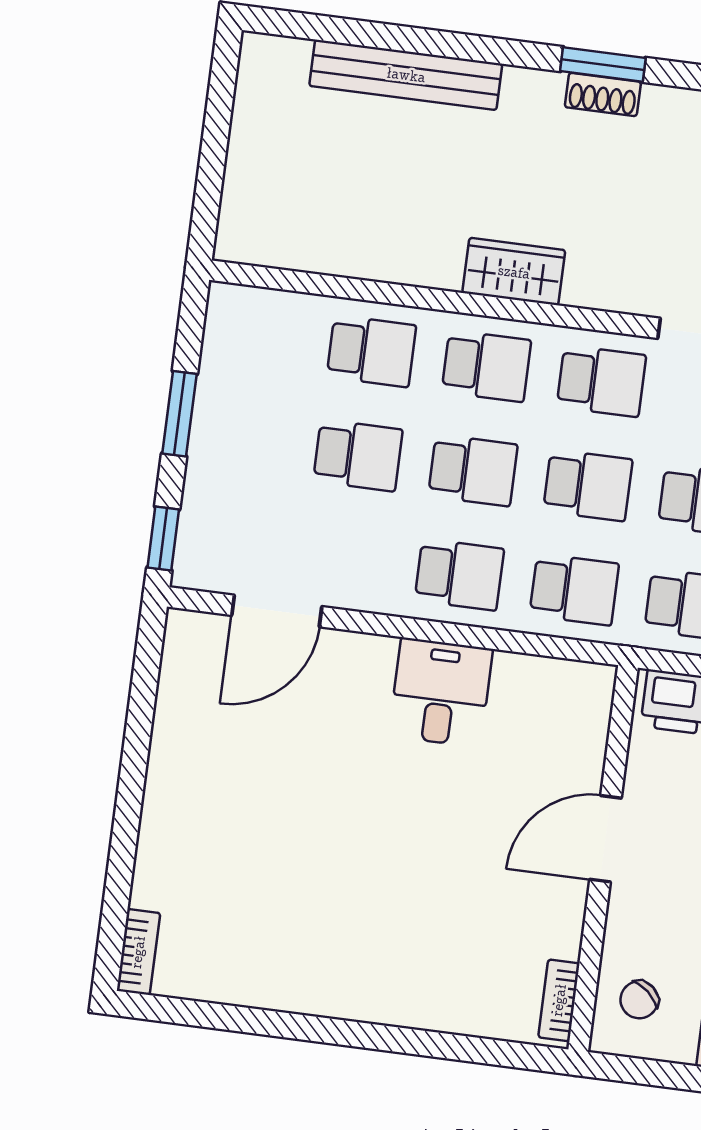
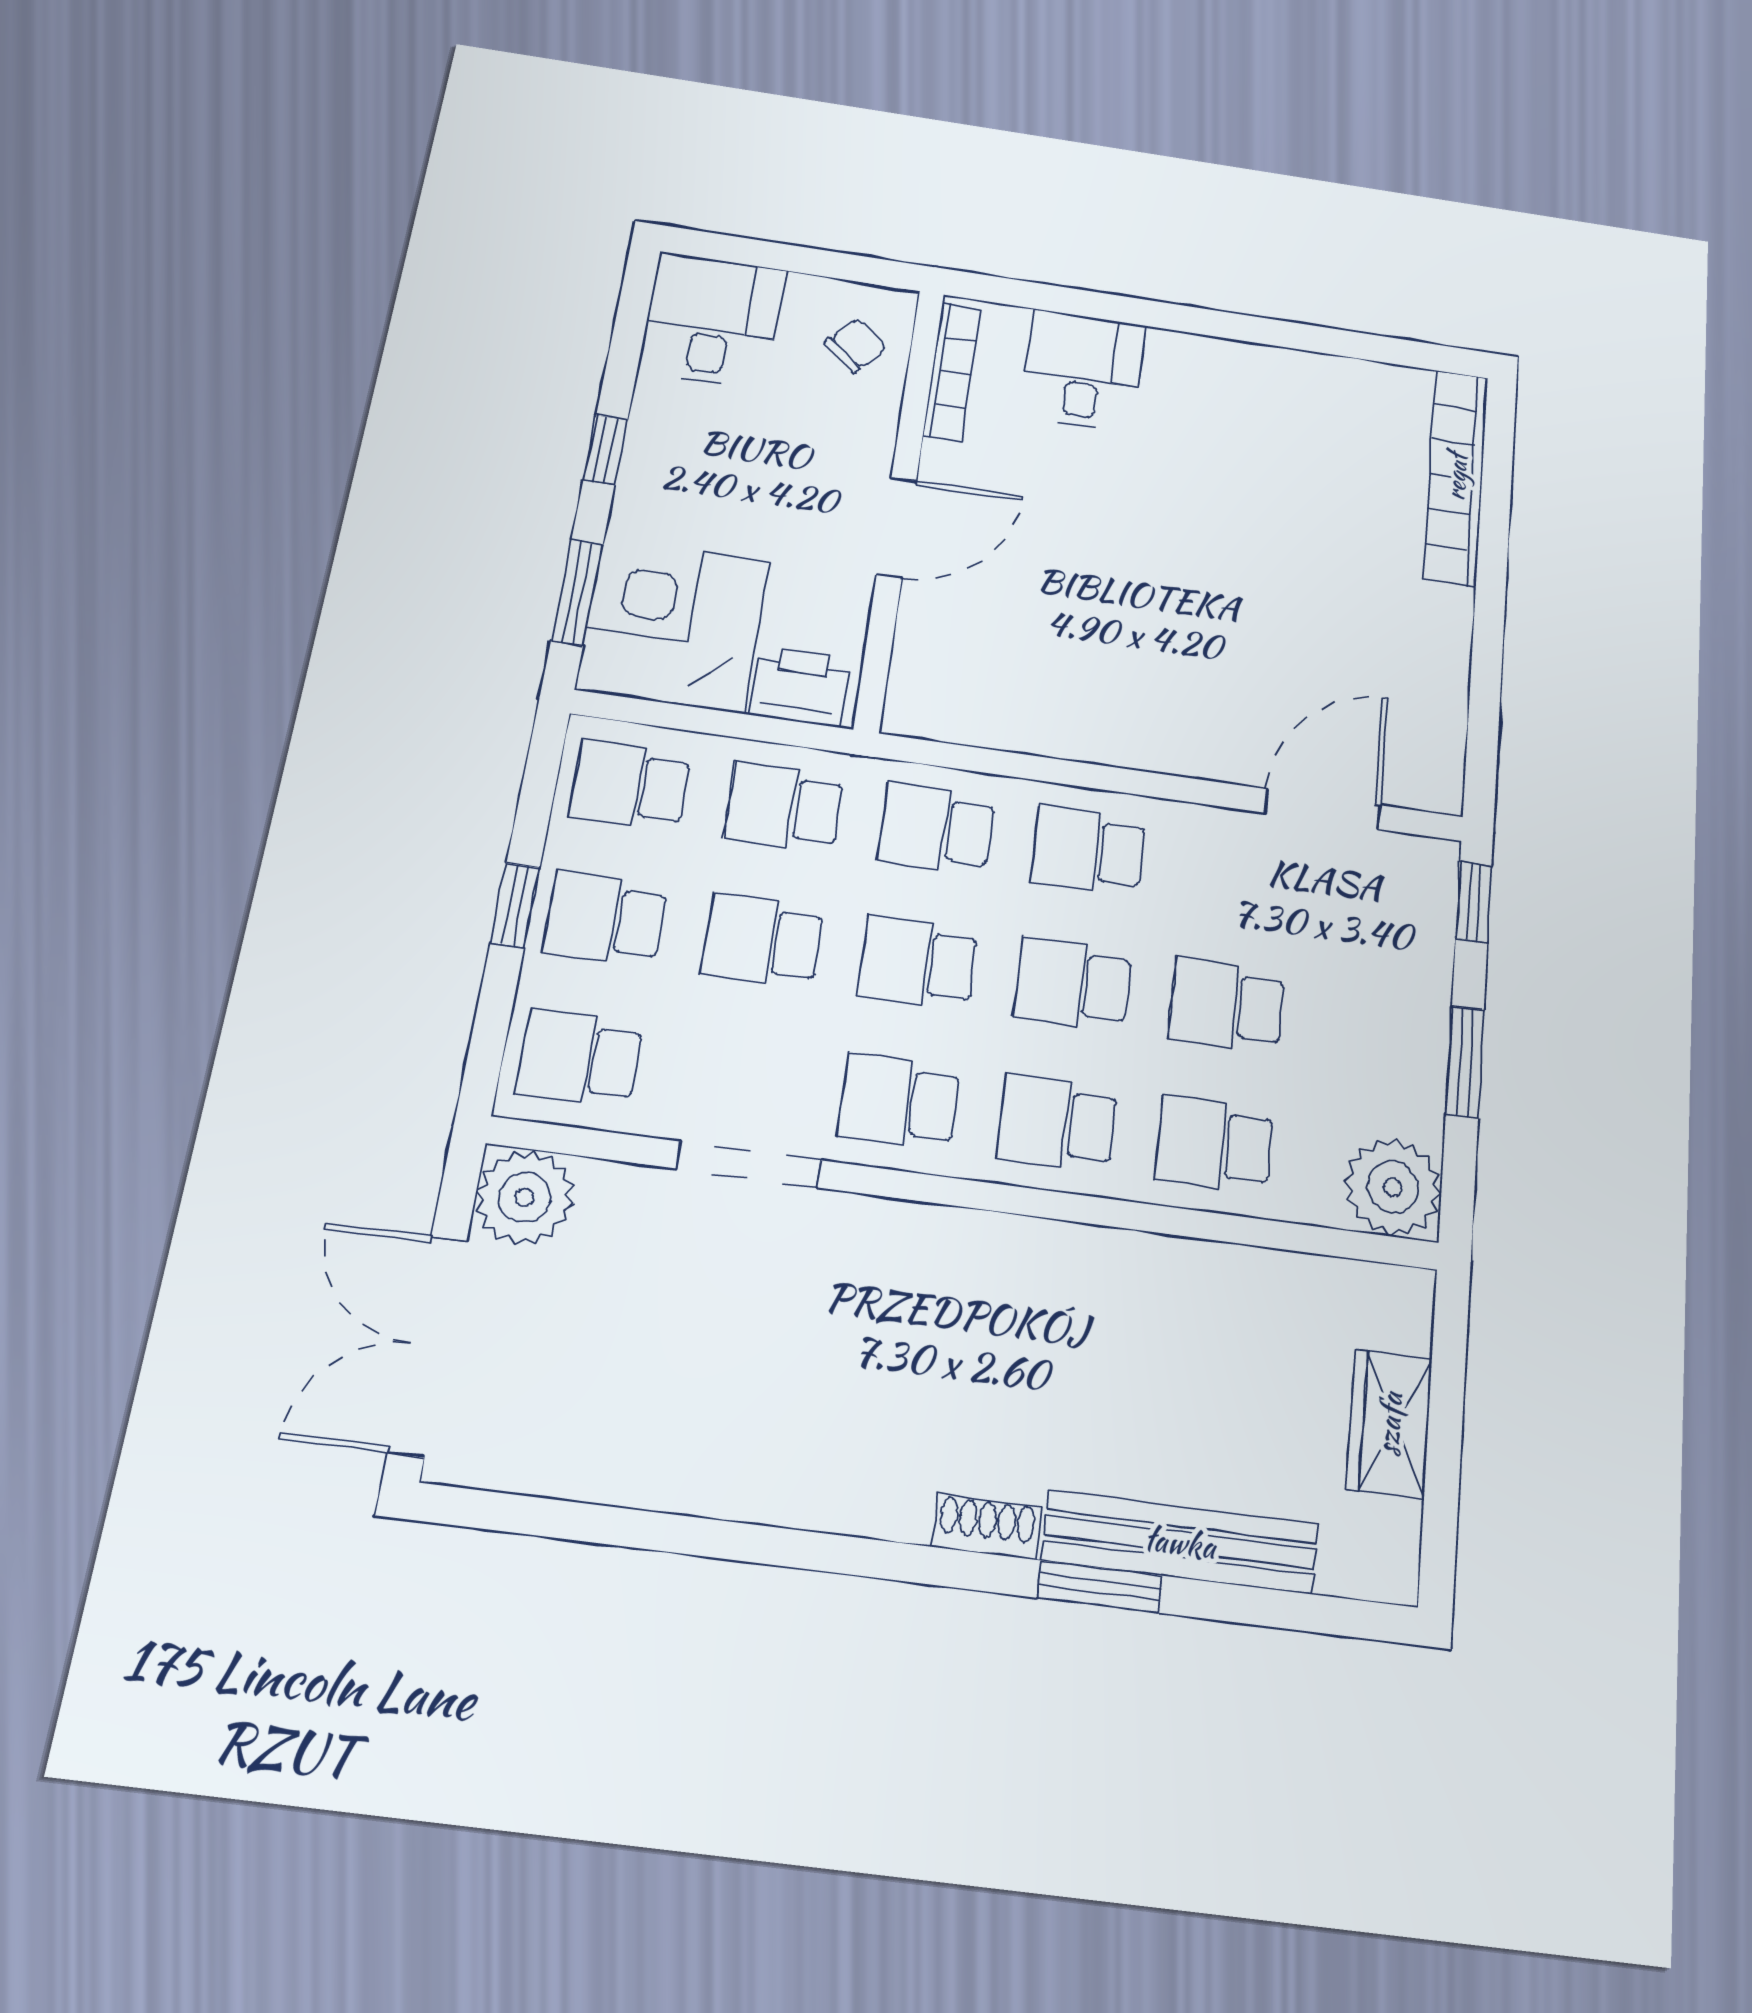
window: (603, 65) -> (1100, 1587), moved
shoe rack: (603, 94) -> (987, 1527), moved
wardrobe: (514, 272) -> (1389, 1424), moved, turned 90
plant: (240, 320) -> (1393, 1187), added
desk: (441, 692) -> (1083, 370), moved, turned 180
bookcase: (138, 952) -> (1456, 477), width x2.31, depth x1.31
bookcase: (559, 1000) -> (952, 372), width x1.56

